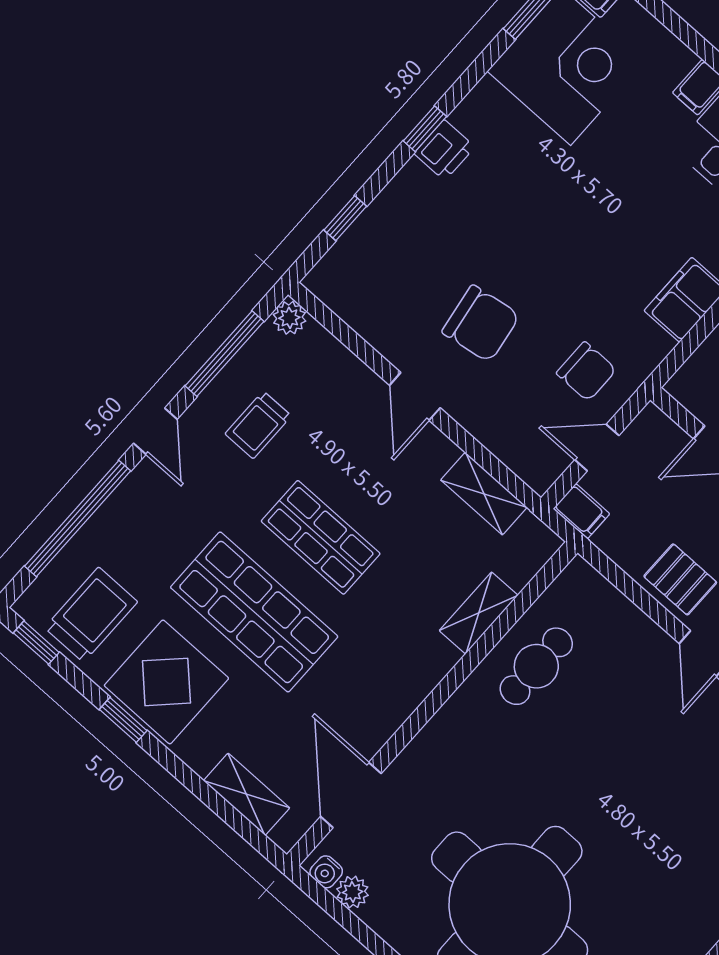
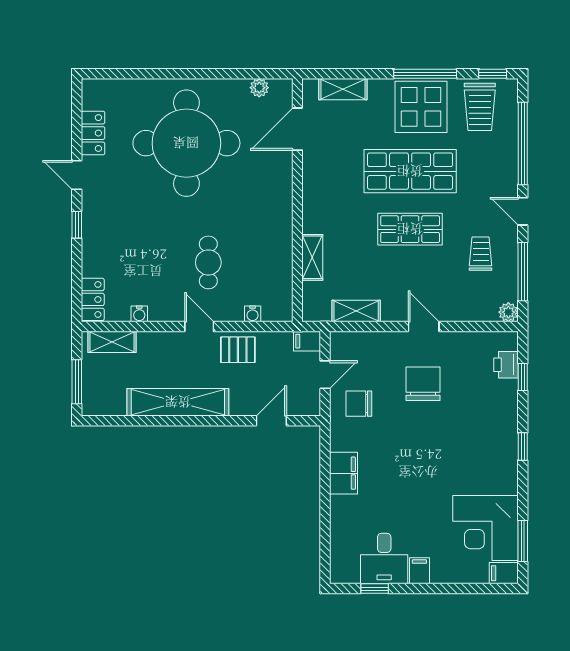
printer: (444, 150) -> (506, 365), moved
chair: (481, 324) -> (423, 384), turned 99
cafe table: (536, 666) -> (208, 262), moved
window: (123, 720) -> (425, 74), width x2.17
door: (351, 795) -> (297, 129), swing flipped
water cooler: (326, 872) -> (253, 314), moved, turned 180

